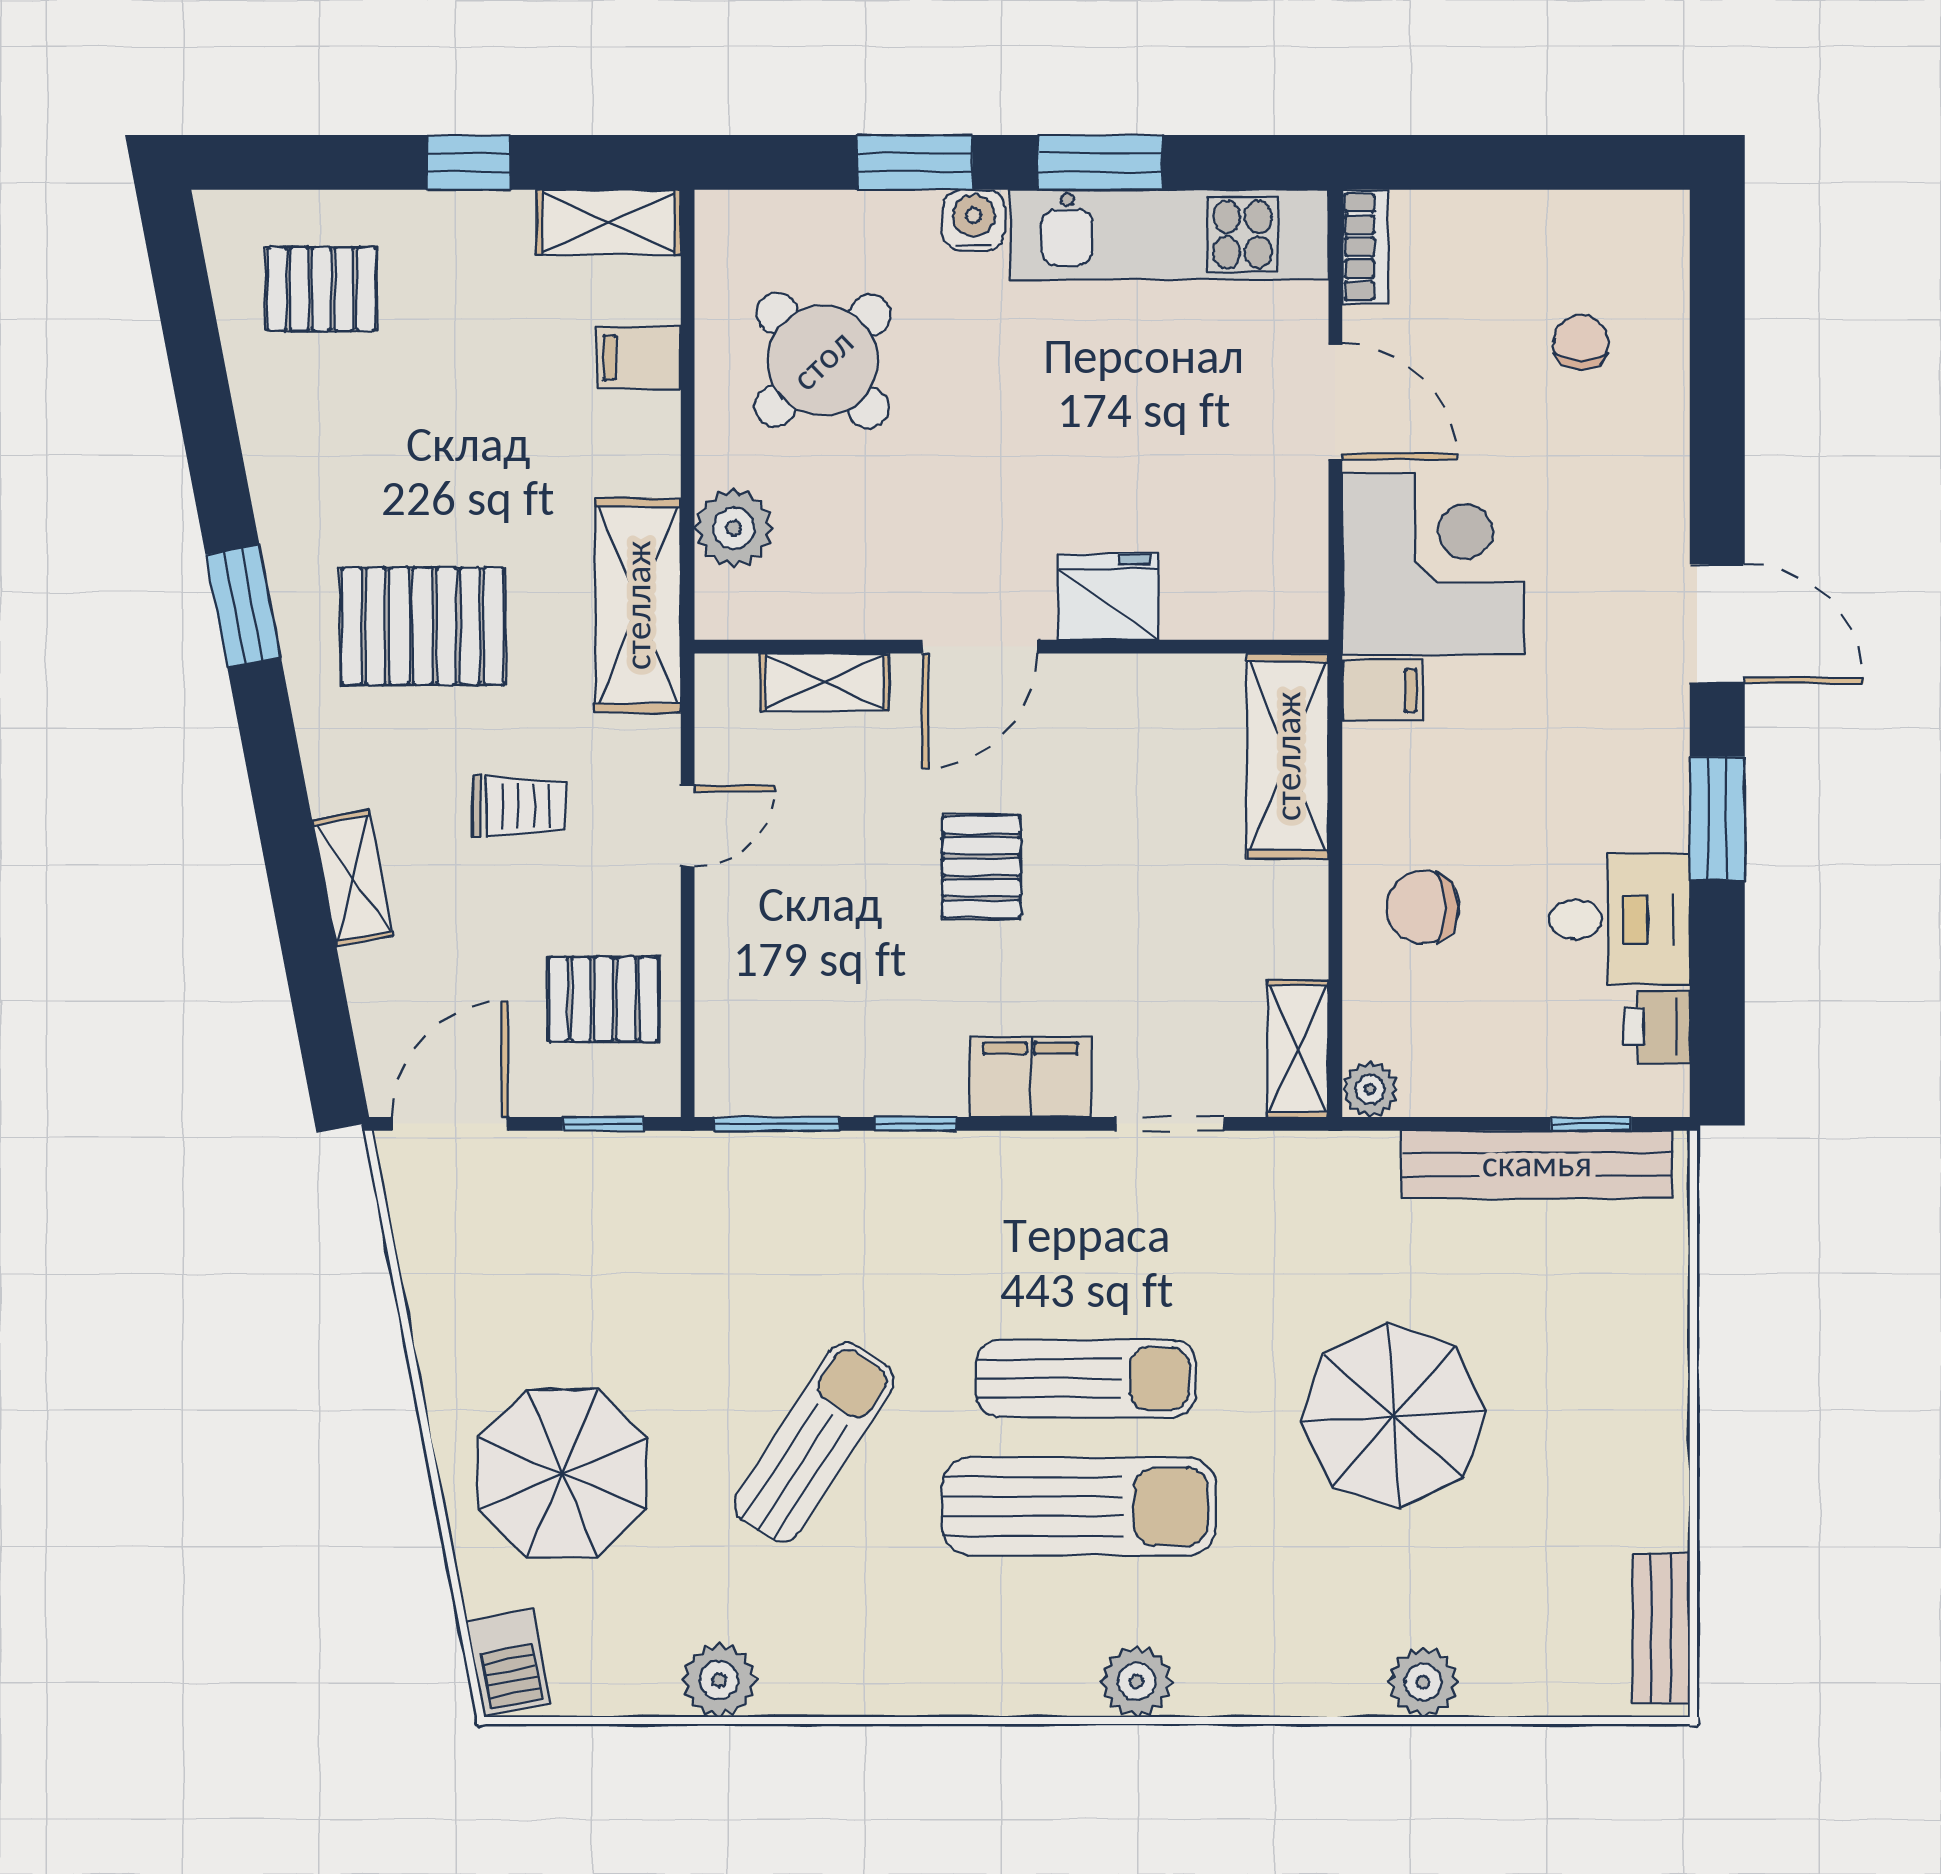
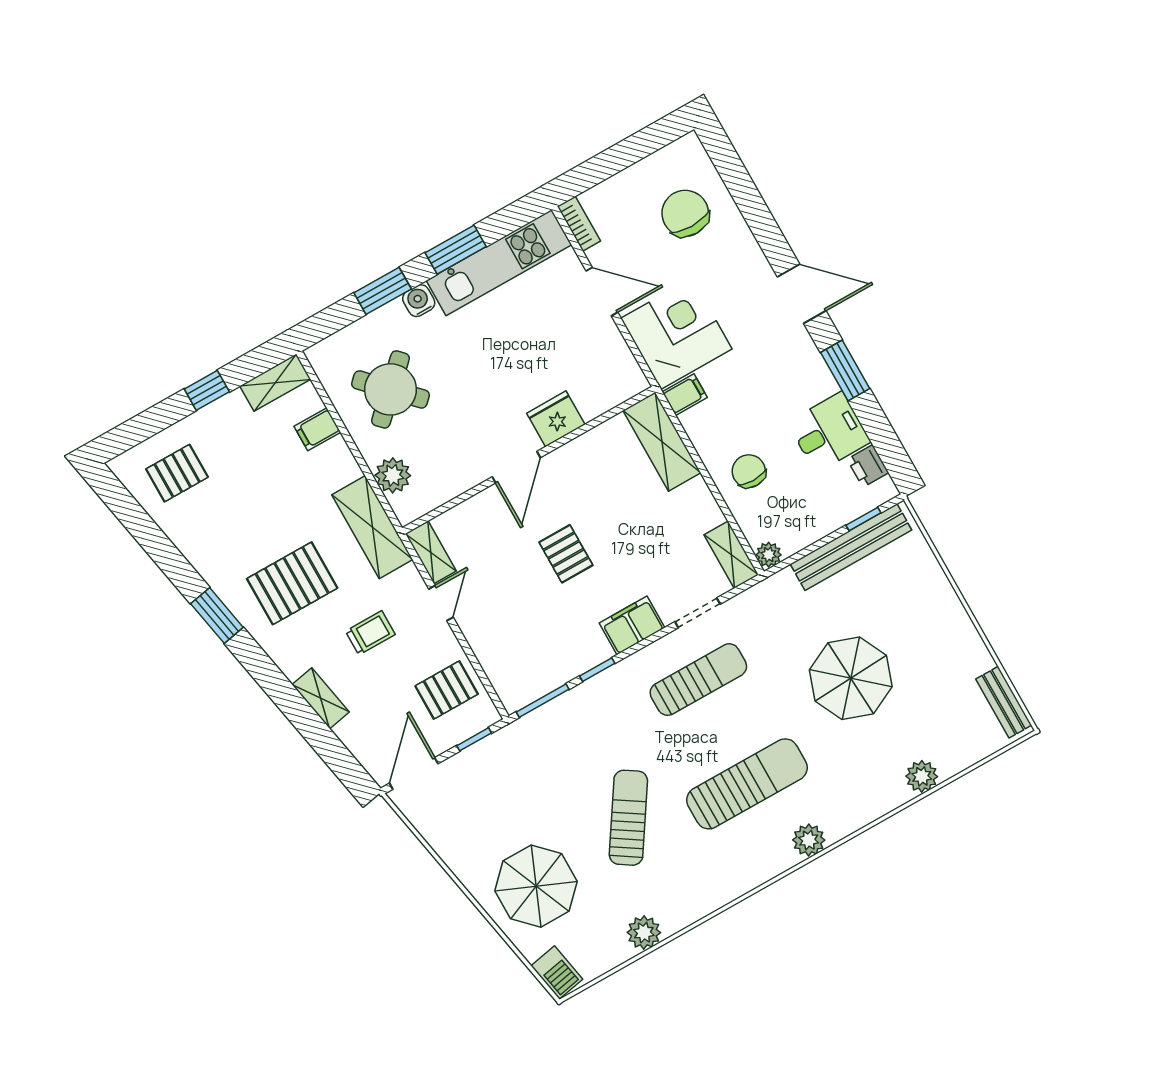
chair: (1581, 342) -> (685, 213), width x1.87, depth x1.87
shelving: (825, 682) -> (431, 552), moved, turned 90
chair: (1423, 907) -> (749, 471), turned 90
sun lounger: (1086, 1378) -> (698, 680), moved

